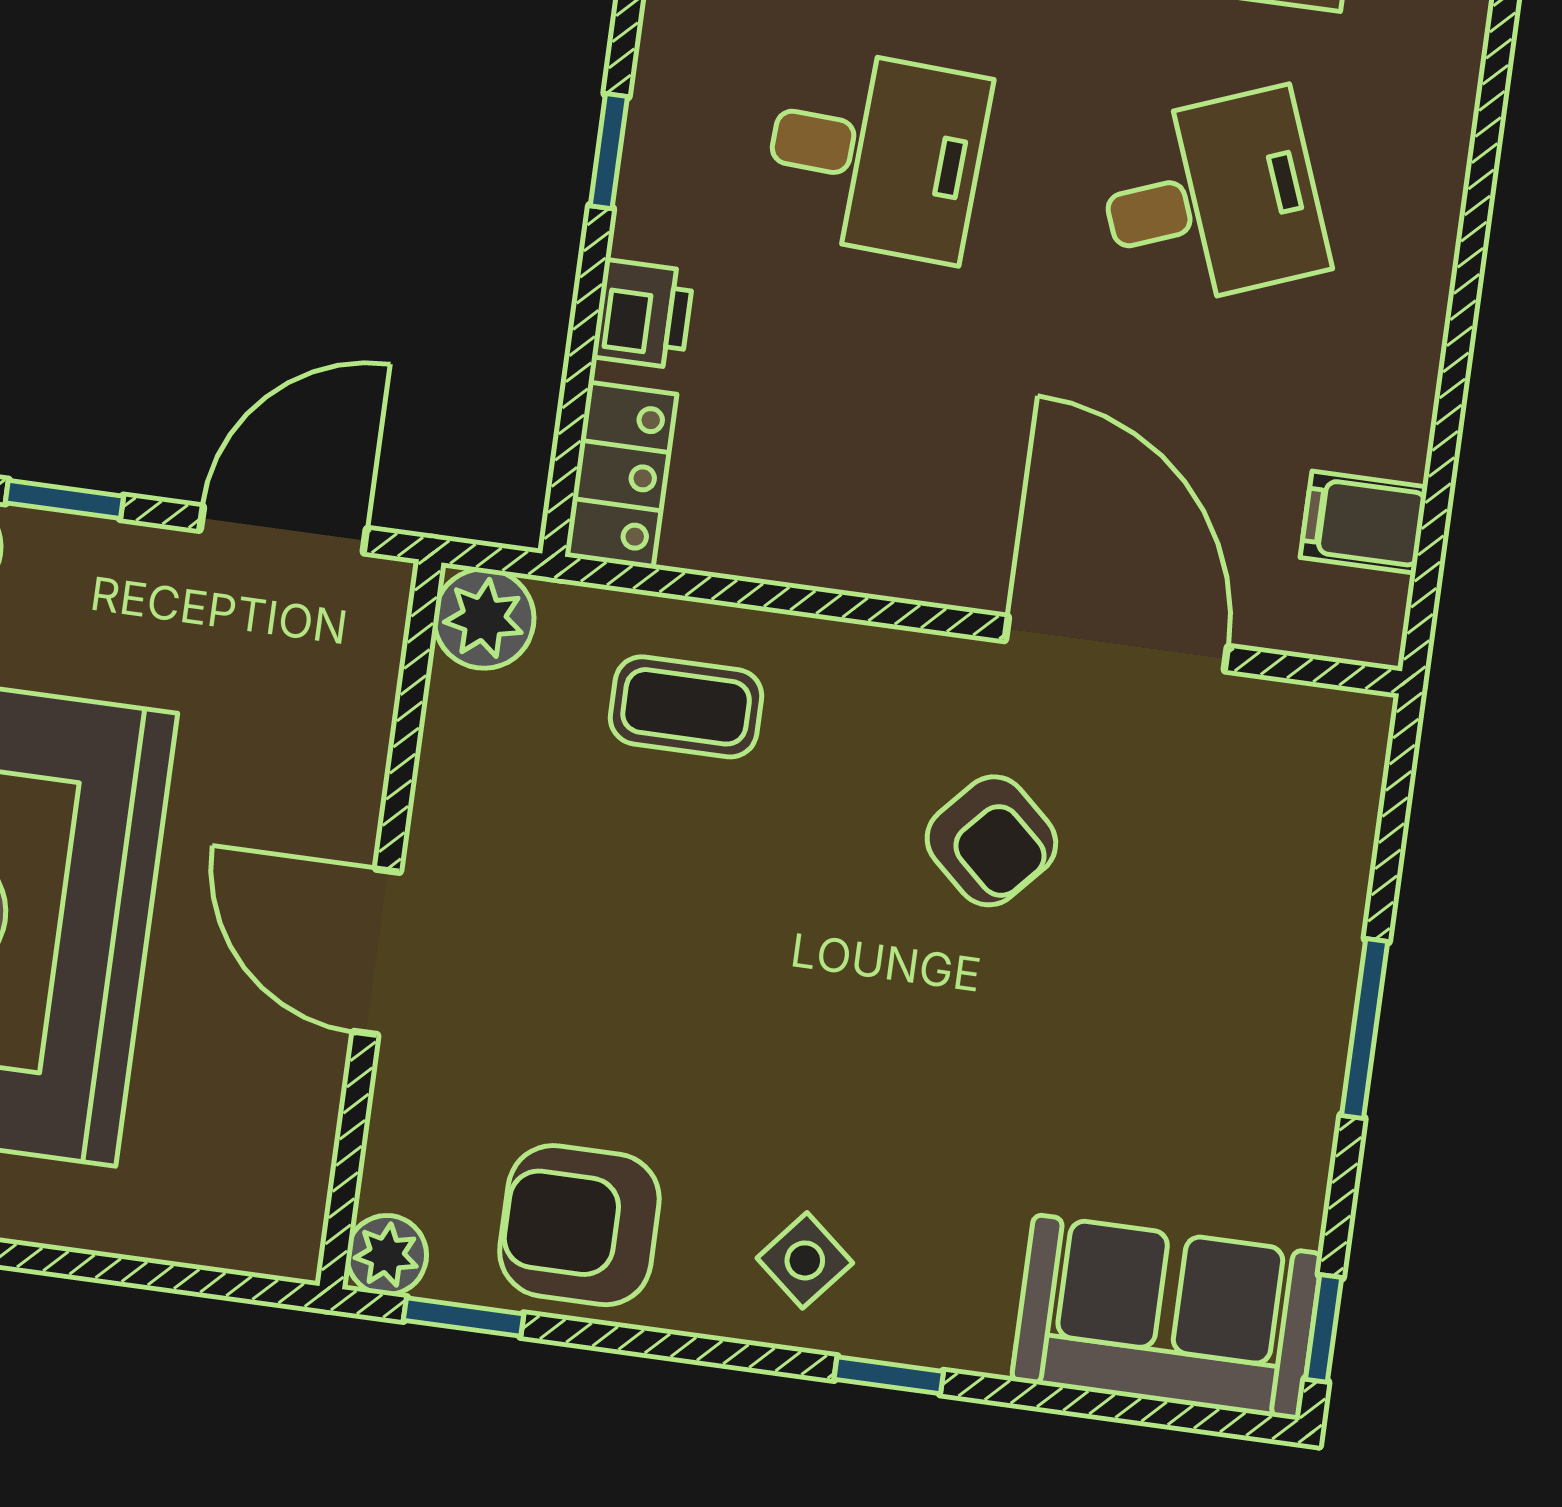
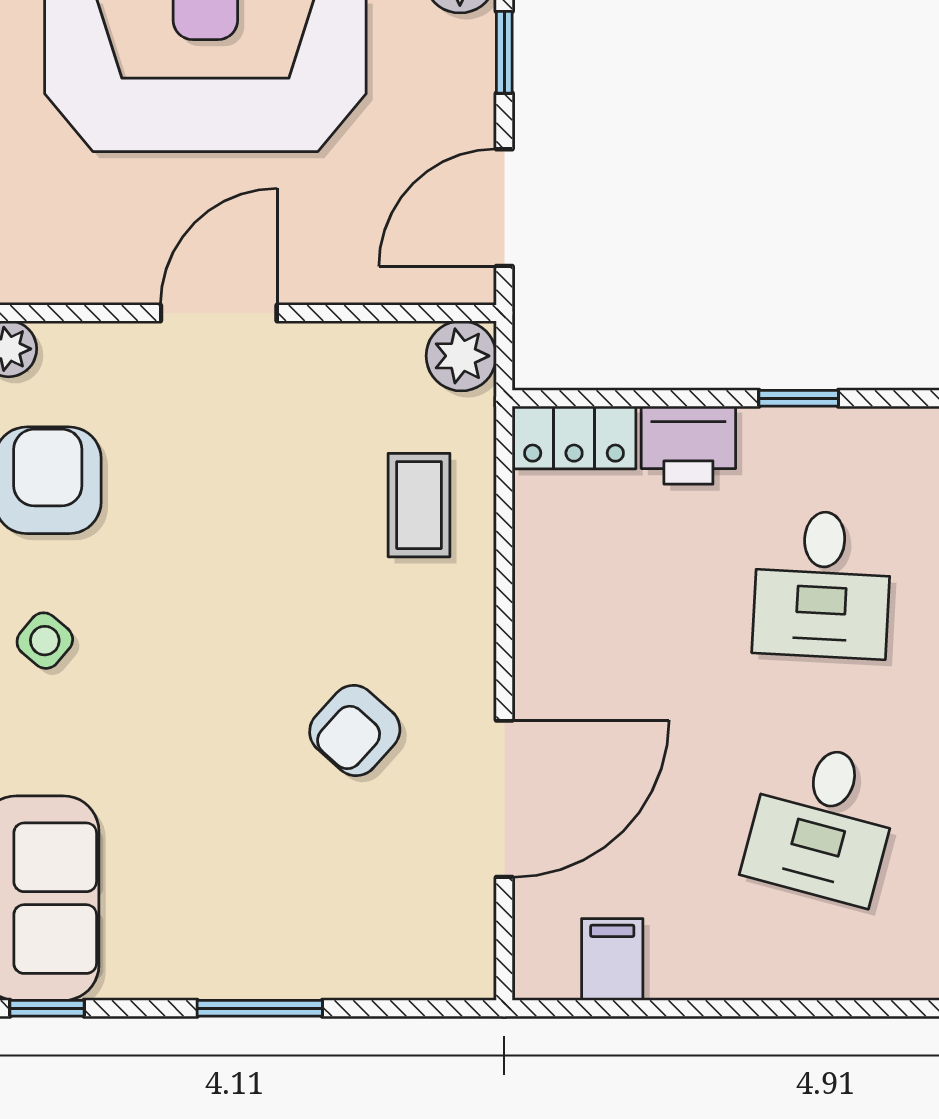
desk: (1211, 200) -> (822, 822), turned 36
printer: (643, 314) -> (688, 445), width x1.36, depth x1.24
door: (283, 529) -> (504, 208), swing flipped

